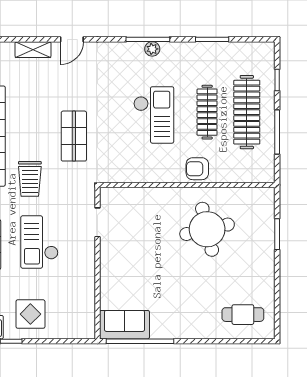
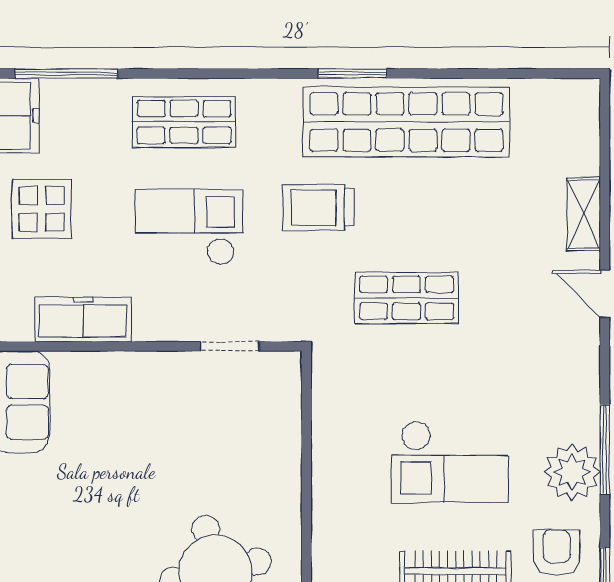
plant: (152, 49) -> (572, 472), width x1.87, depth x1.87
armchair: (197, 169) -> (557, 553), moved
freezer: (84, 294) -> (83, 319), added

